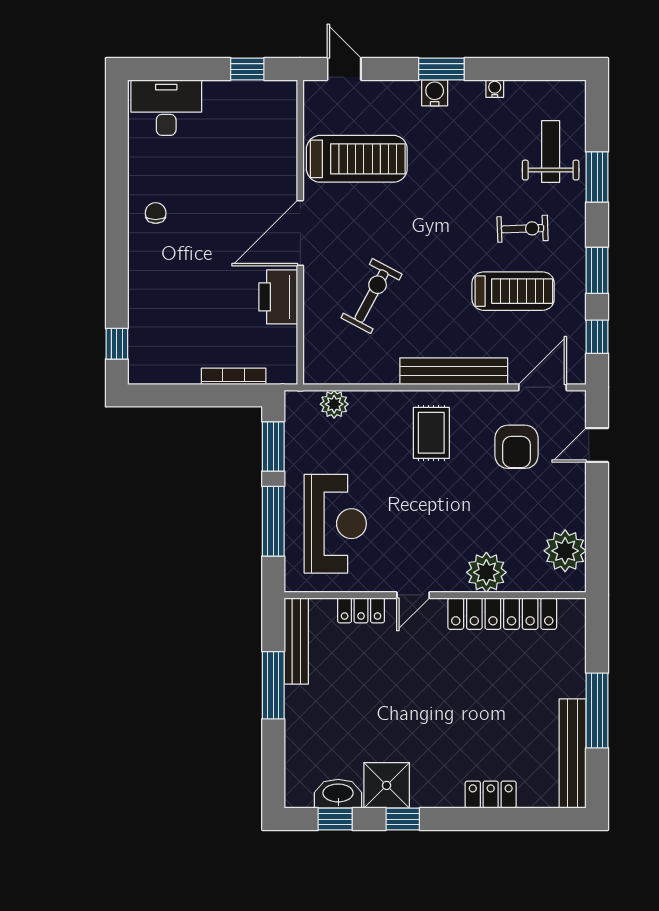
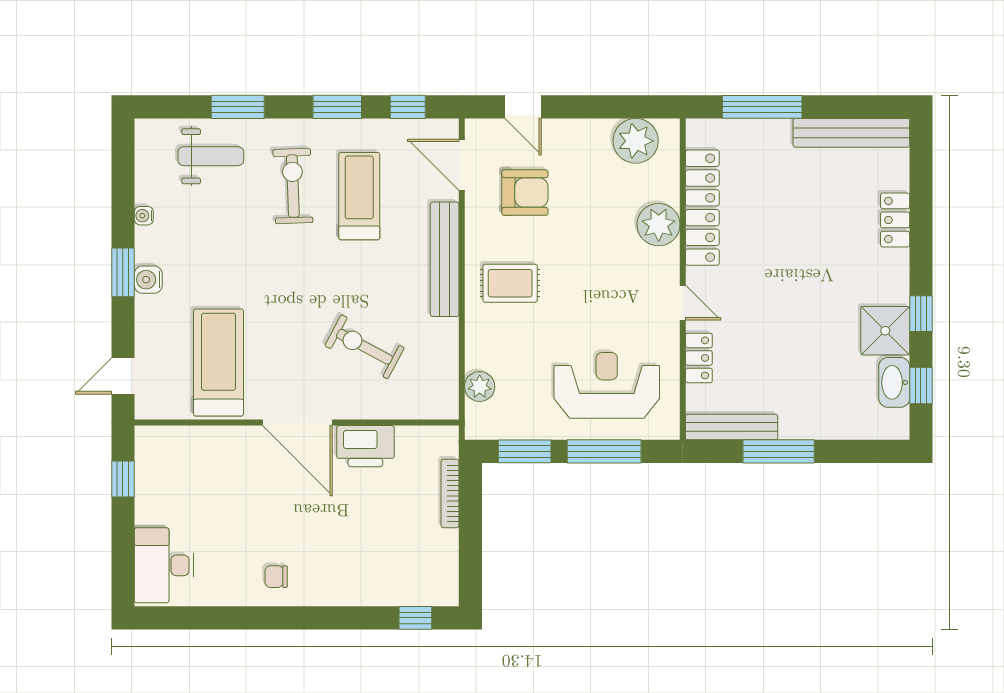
weight bench: (551, 152) -> (211, 156), turned 180
exercise bike: (523, 229) -> (293, 186), width x1.38, depth x1.39
window: (597, 711) -> (762, 107), moved

